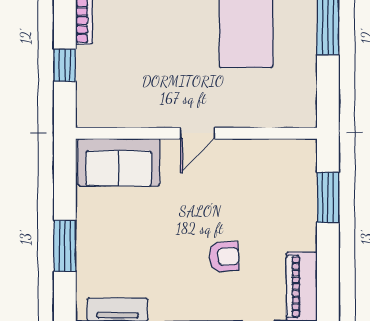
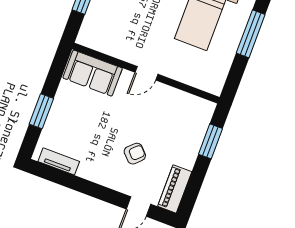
armchair: (224, 257) -> (135, 154), turned -41

